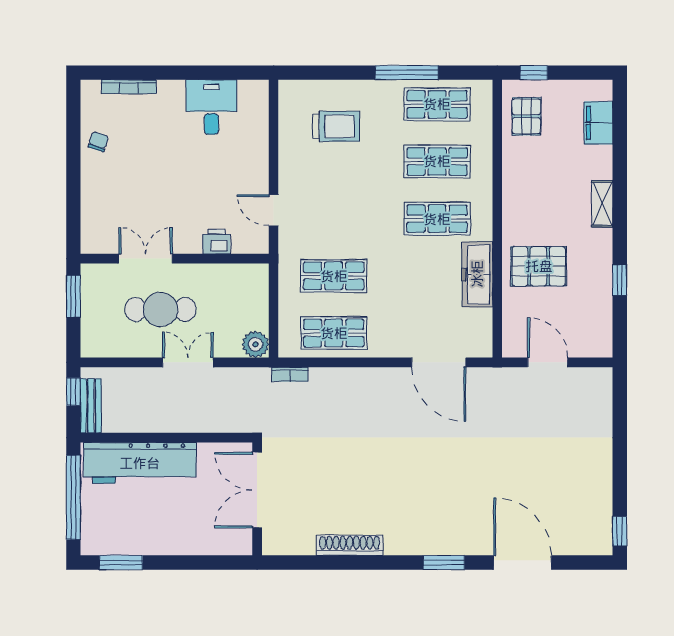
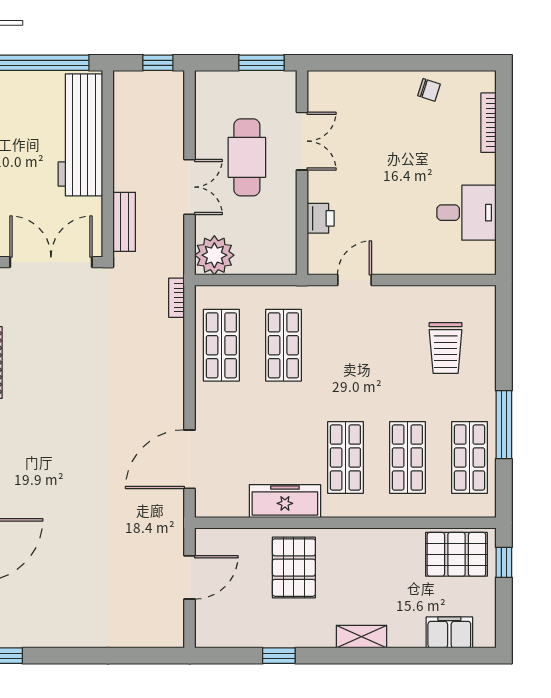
pallet: (526, 116) -> (456, 554), width x1.50, depth x1.42
plant: (256, 344) -> (214, 255), width x1.36, depth x1.36
bench: (91, 406) -> (124, 222), moved, turned 90

